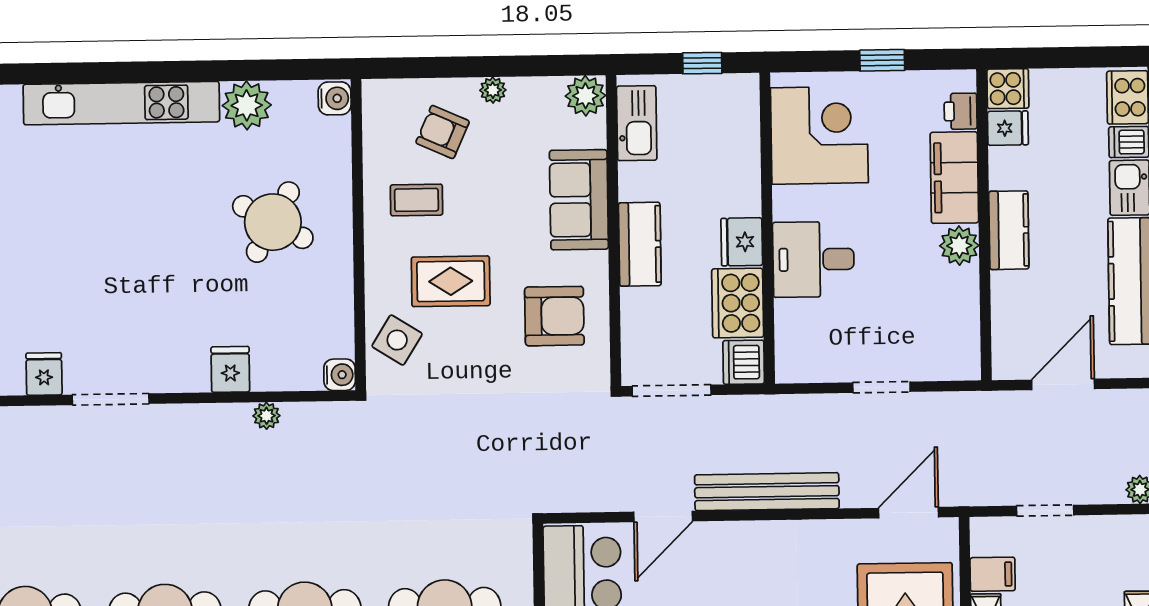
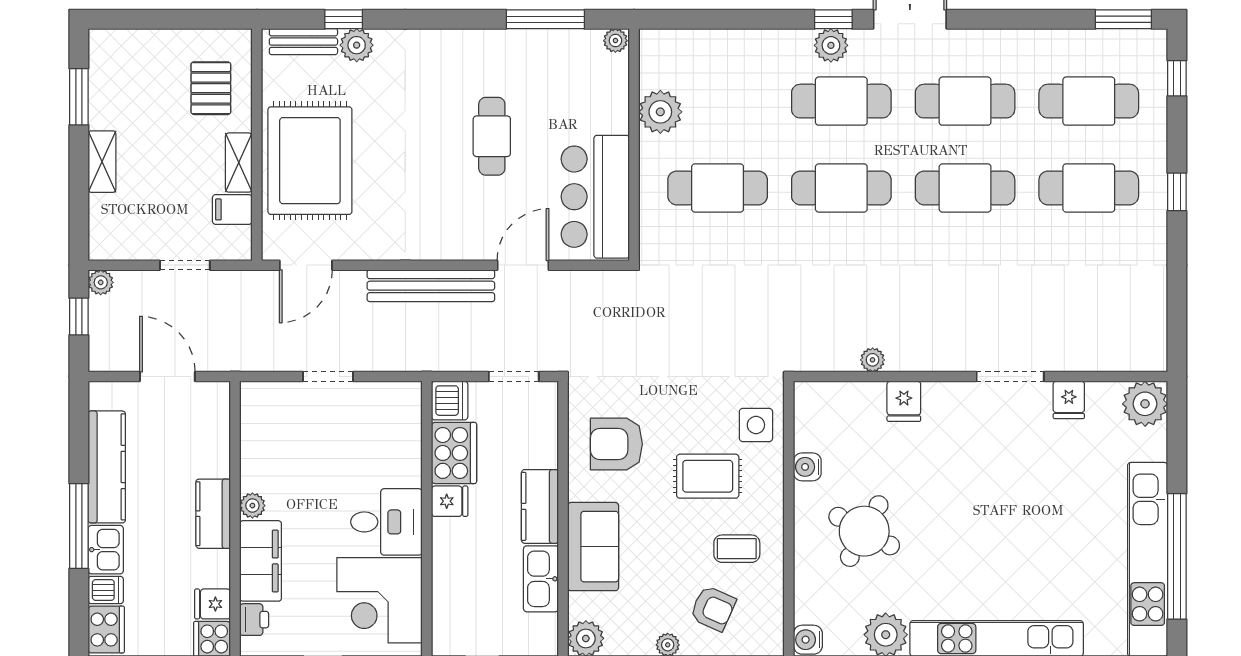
kitchen sink: (637, 123) -> (541, 579), moved
fridge: (742, 242) -> (450, 501), width x0.72
plant: (959, 246) -> (252, 506), width x0.73, depth x0.73
desk: (813, 259) -> (386, 522), moved
side table: (397, 340) -> (756, 425), turned -32
water cooler: (340, 375) -> (807, 467), moved
door: (1063, 384) -> (167, 377), swing flipped
doorway: (672, 390) -> (514, 377), width x0.73

